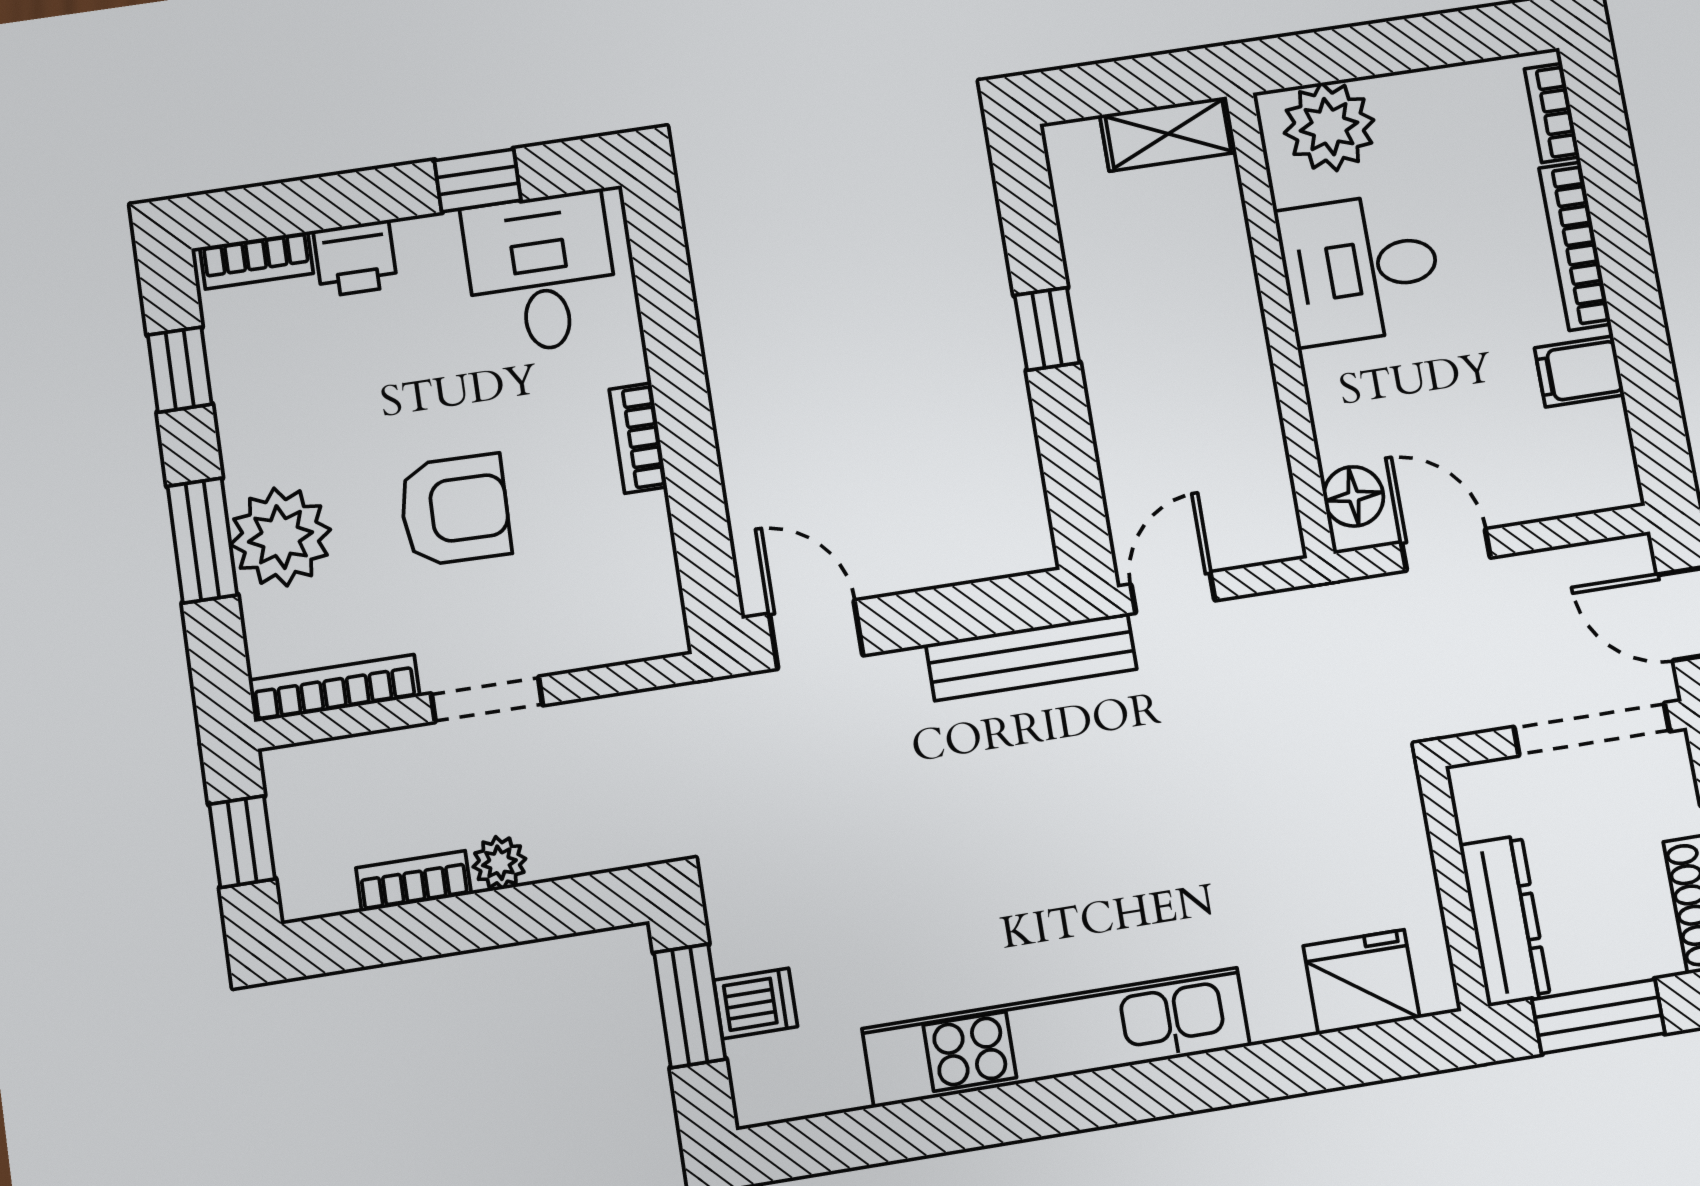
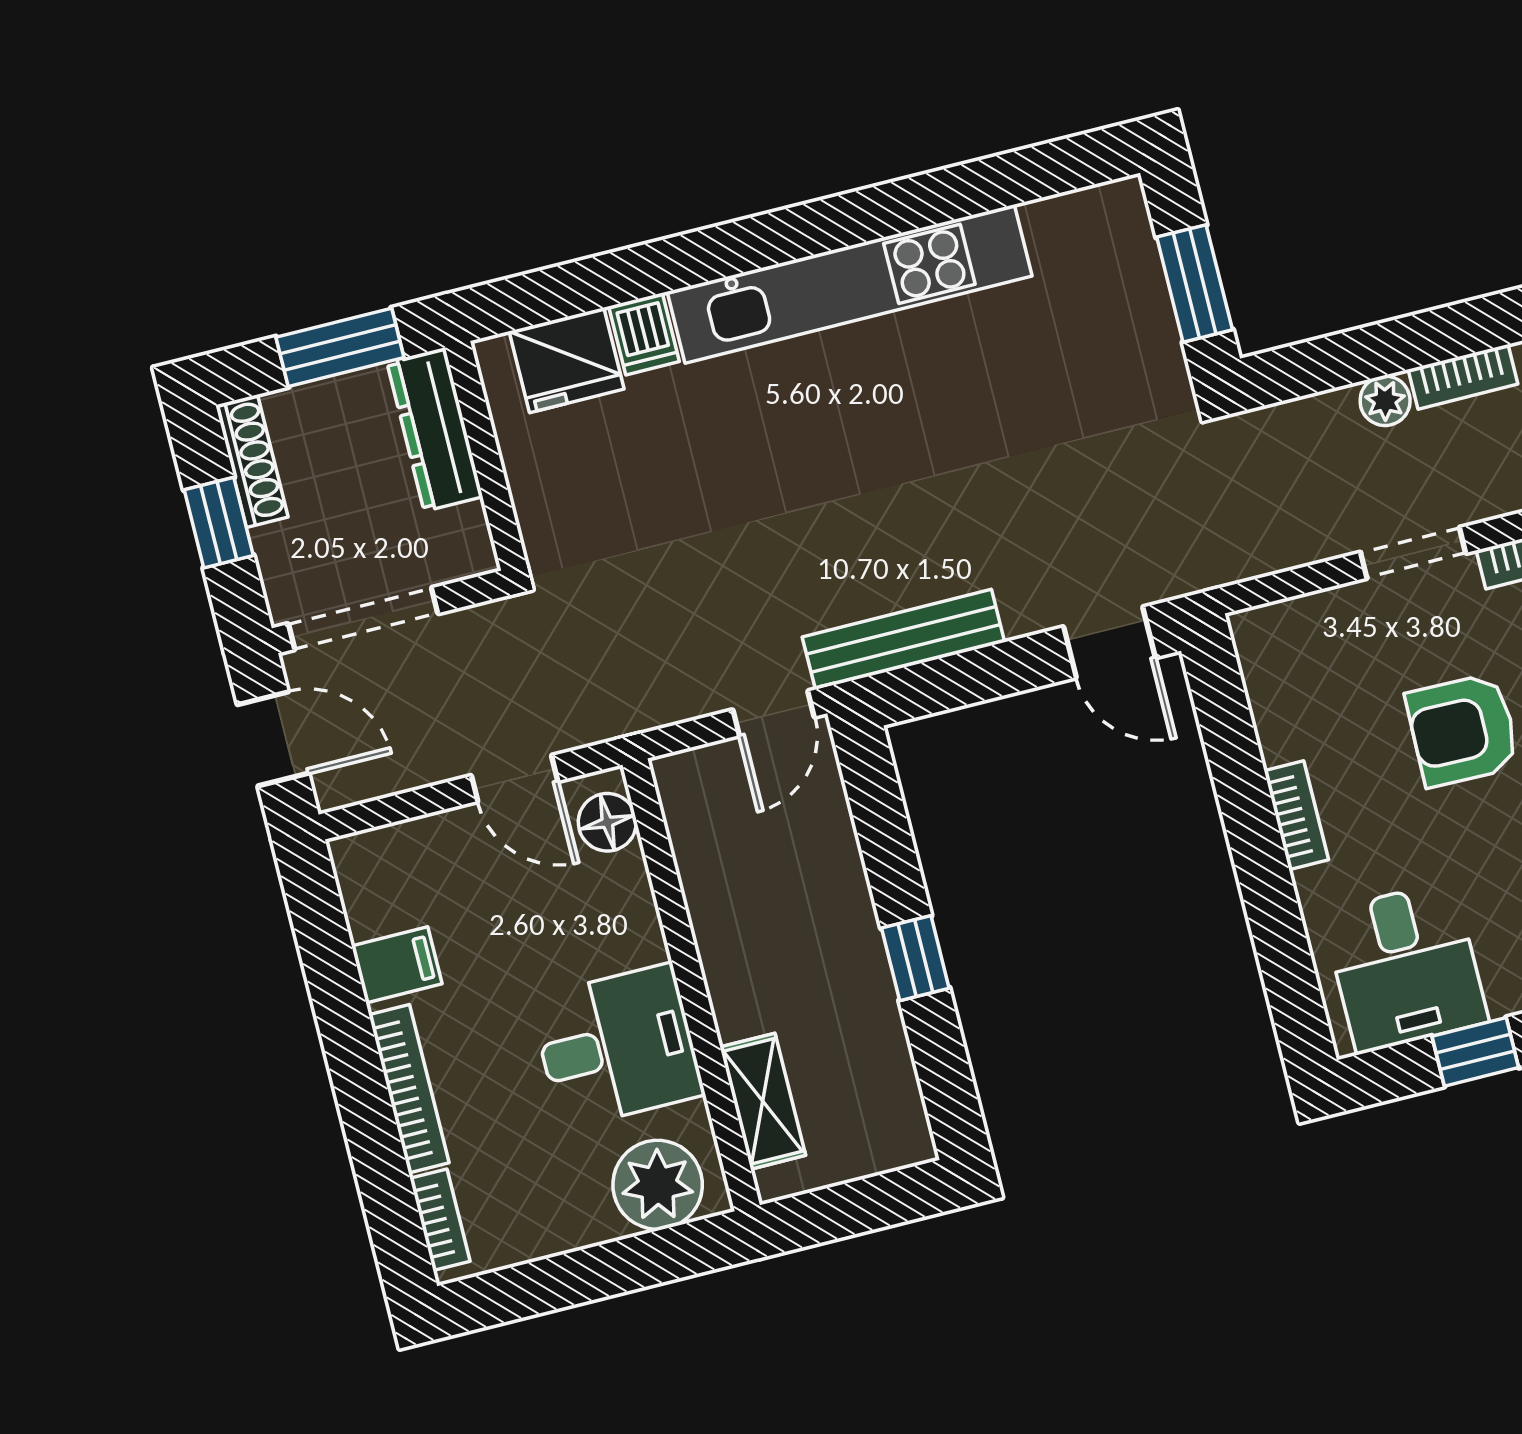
shelving: (1168, 134) -> (763, 1101), moved, turned 90
dishwasher: (756, 1003) -> (644, 334), moved, turned -90

